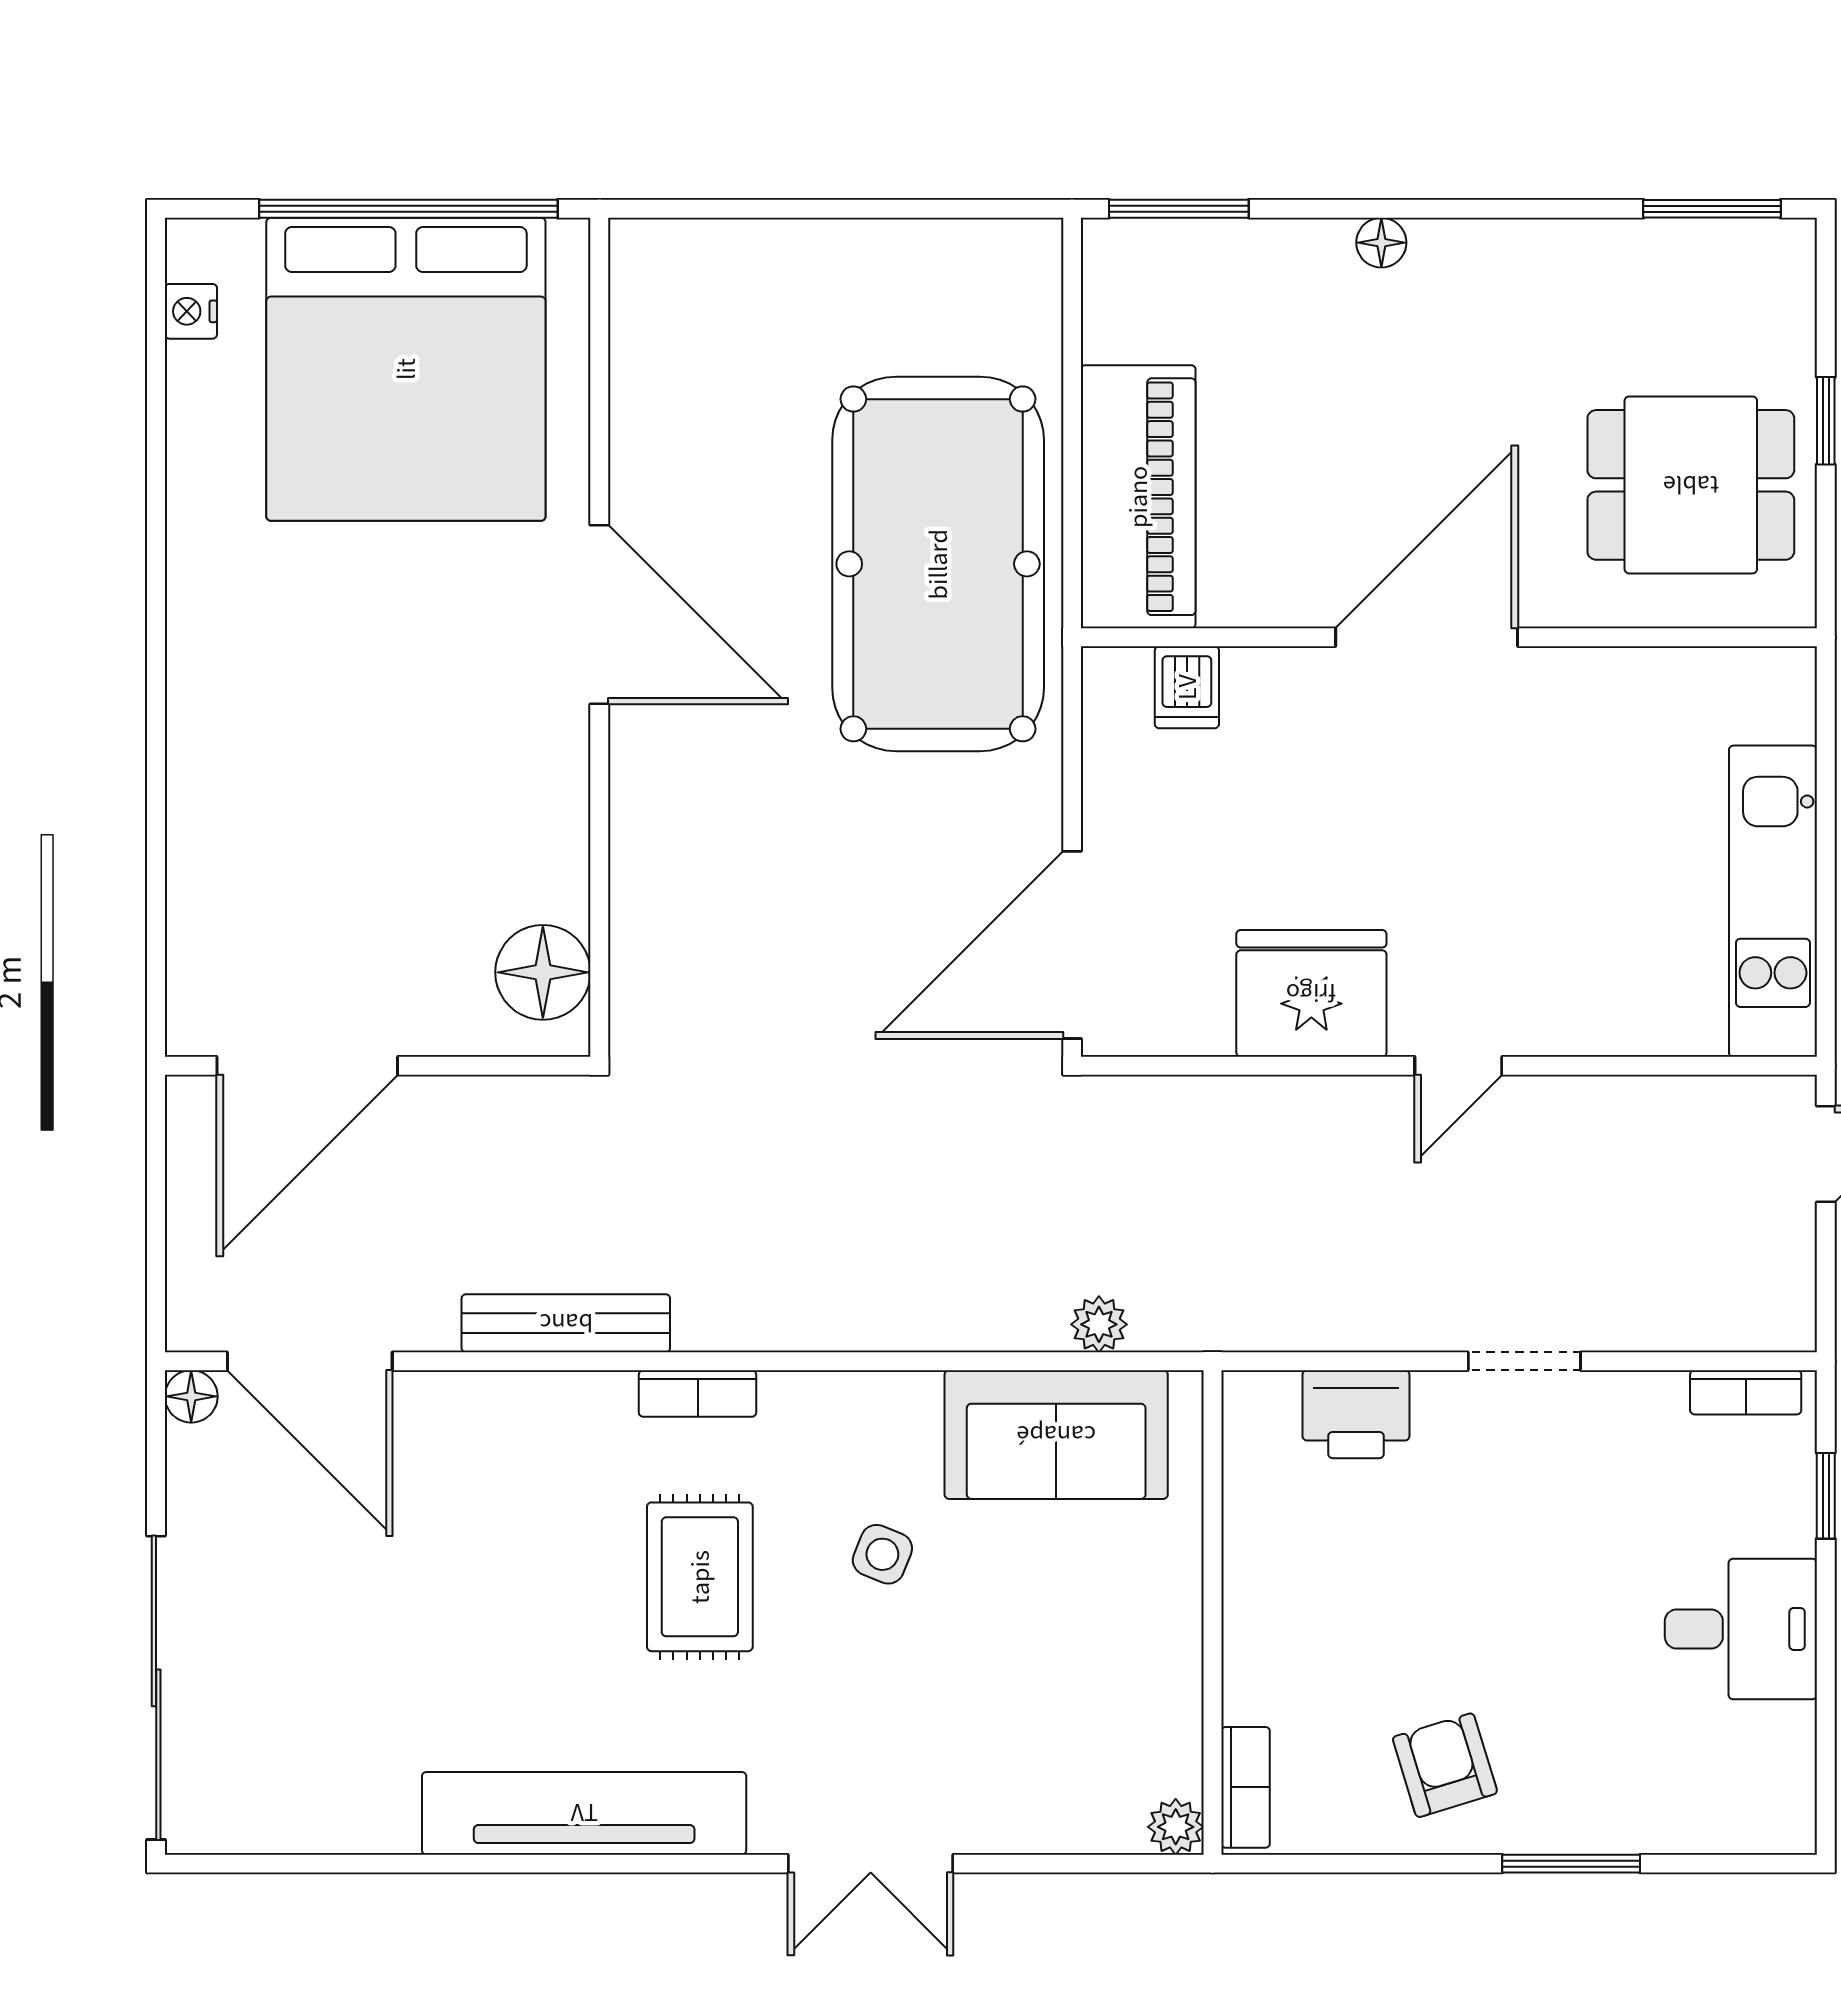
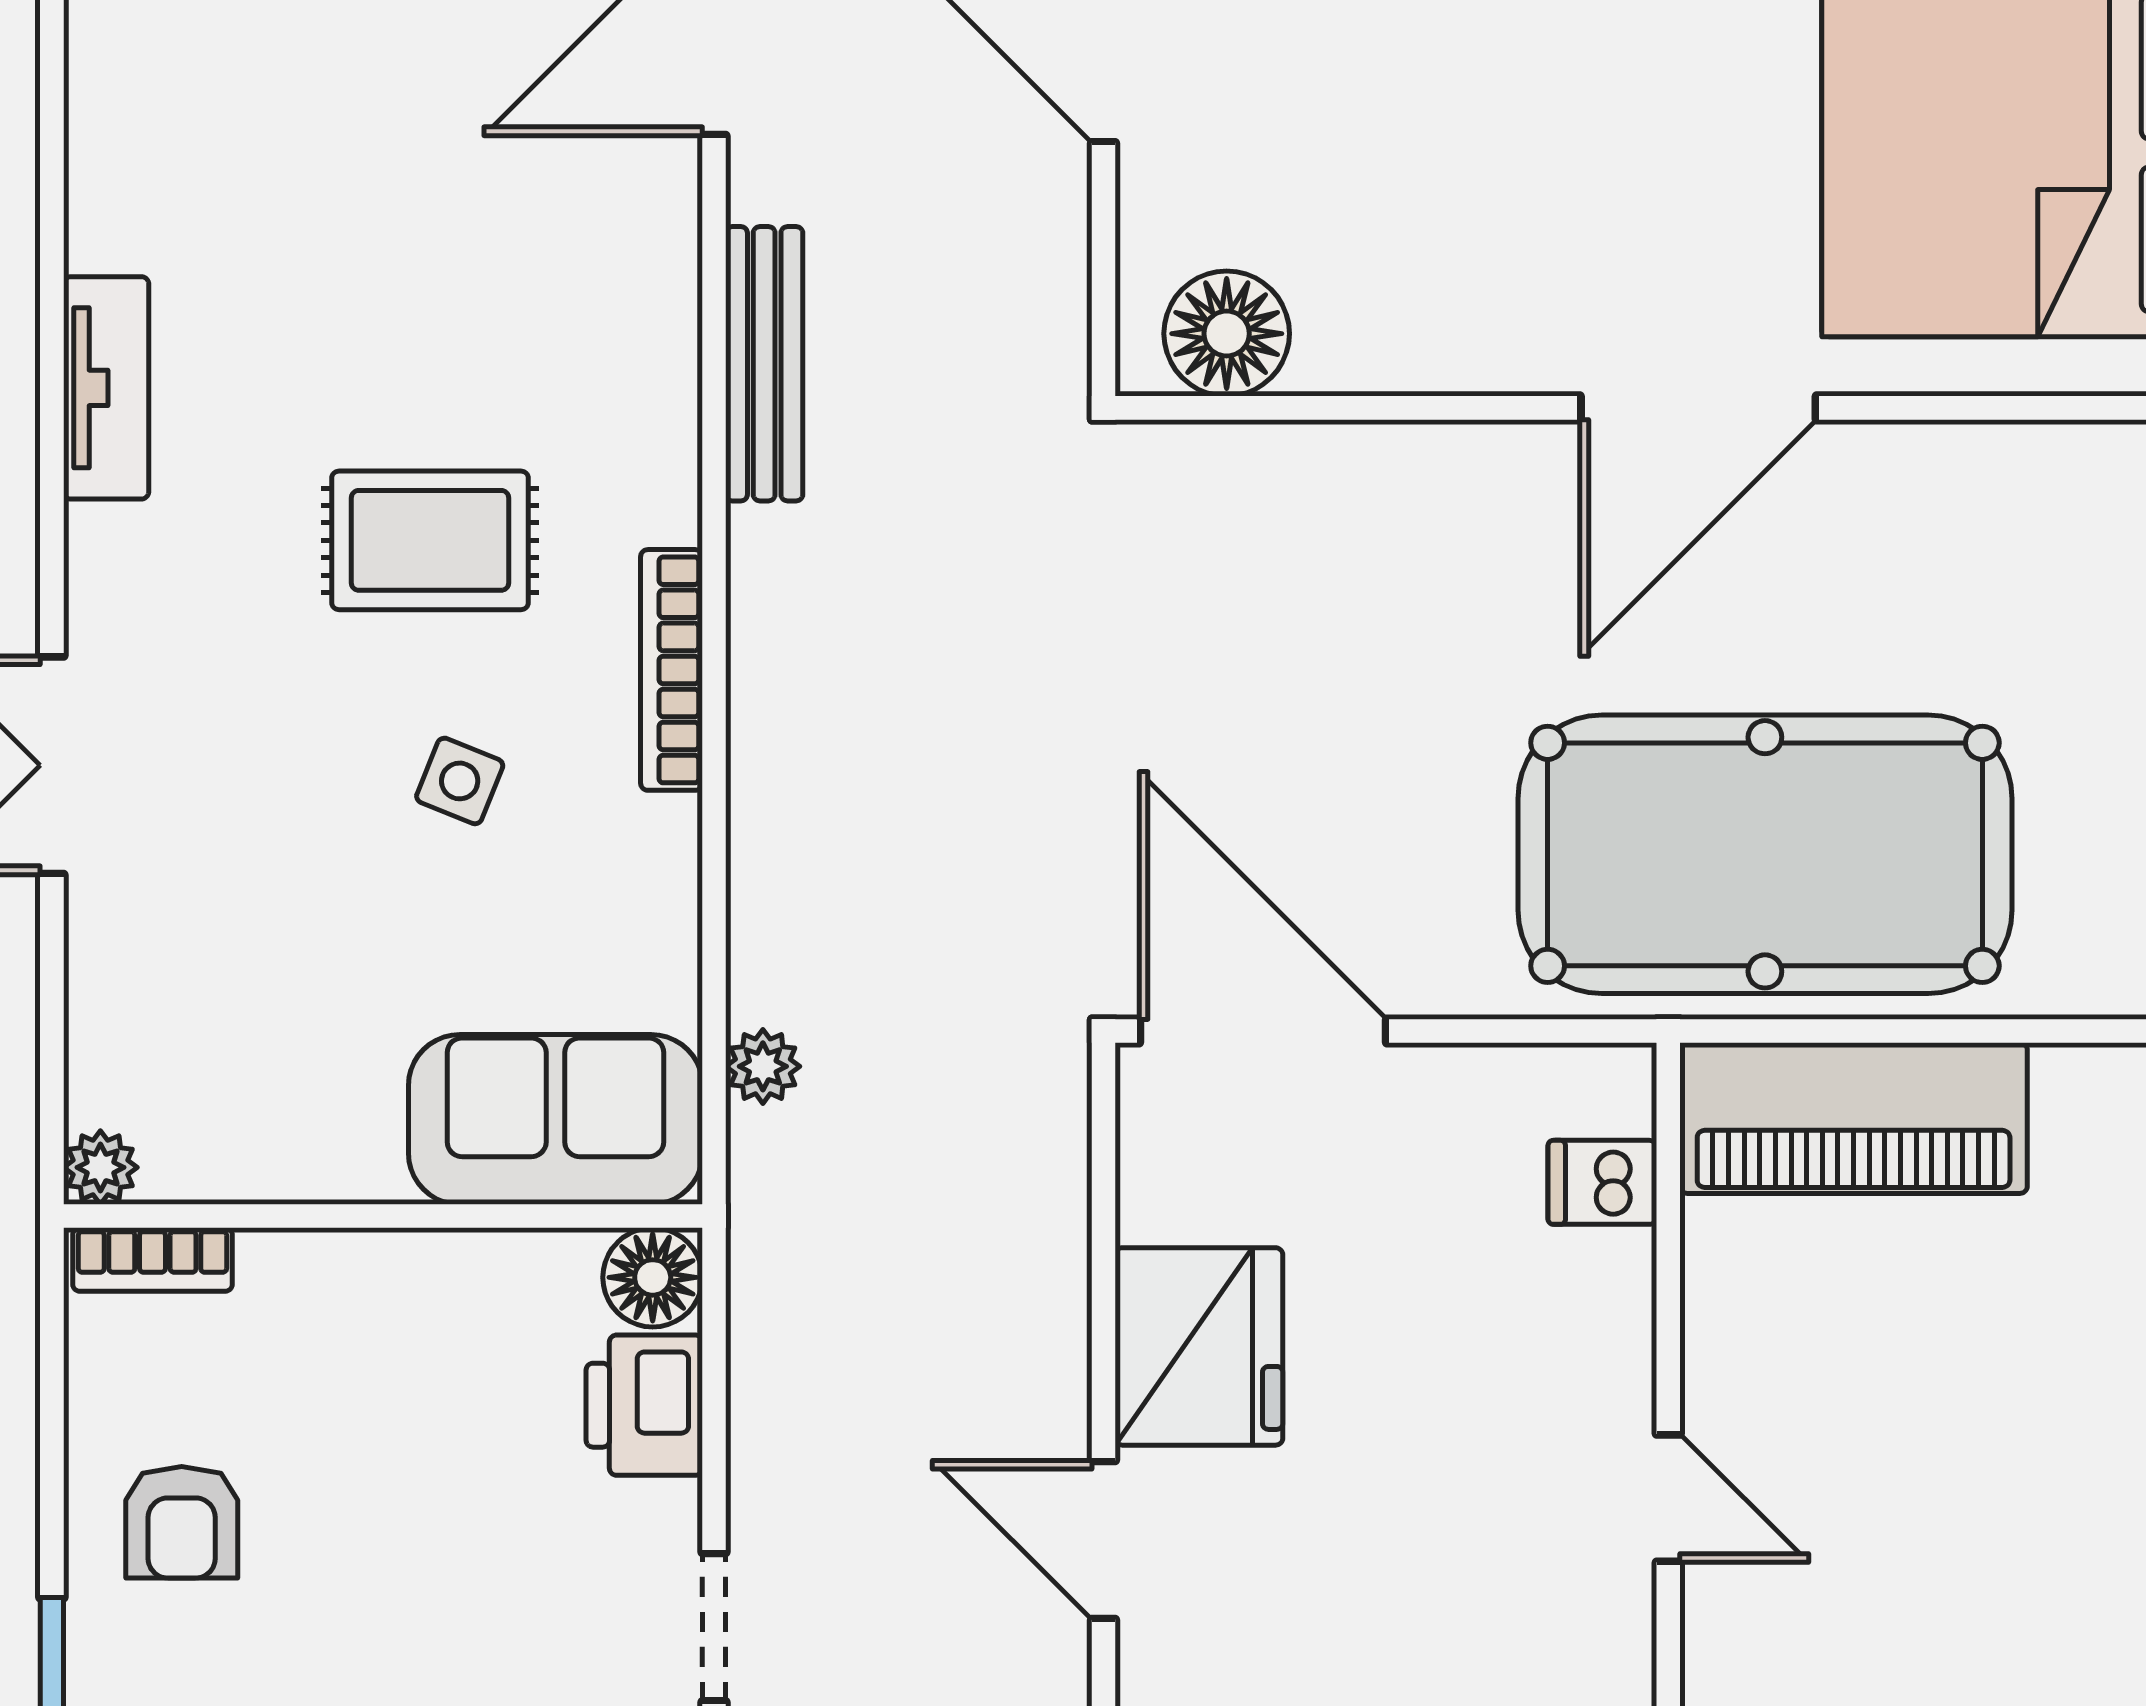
door: (1427, 637) -> (1668, 1498), width x0.53
door: (1458, 1066) -> (1104, 1540), width x1.38
bookcase: (698, 1394) -> (672, 670), moved, width x1.56
floor lamp: (1259, 1408) -> (653, 1277), added
sofa: (1056, 1435) -> (555, 1119), moved, turned 90
armchair: (1445, 1765) -> (182, 1522), turned 107
tv unit: (584, 1813) -> (106, 388), width x0.52, depth x0.78

